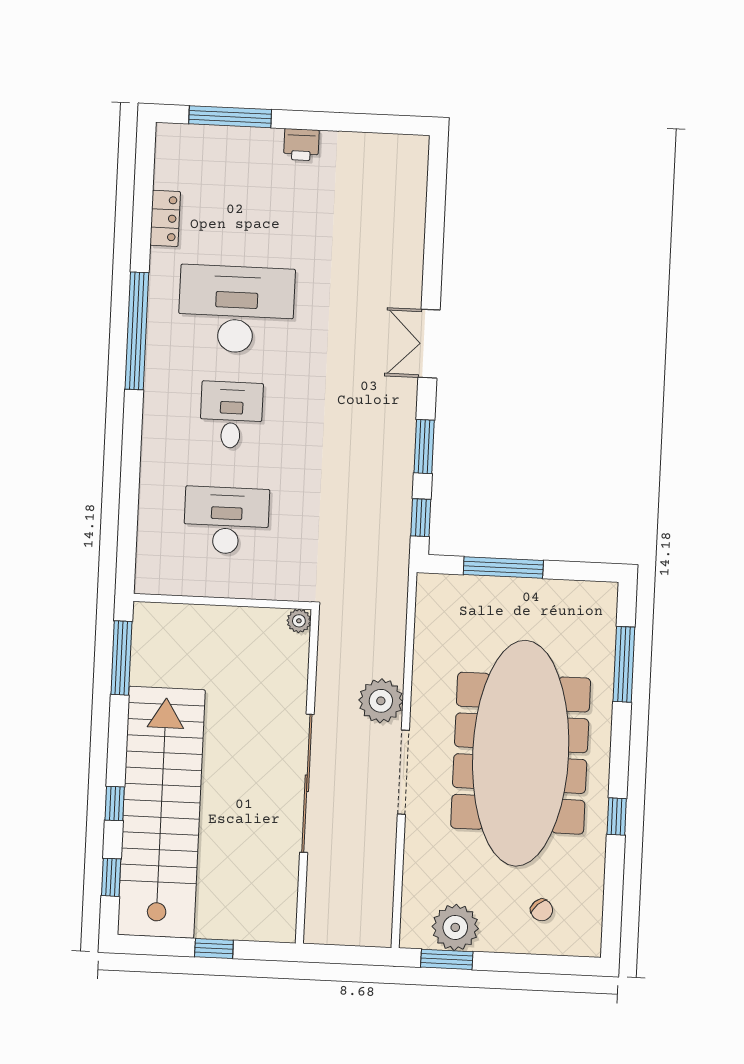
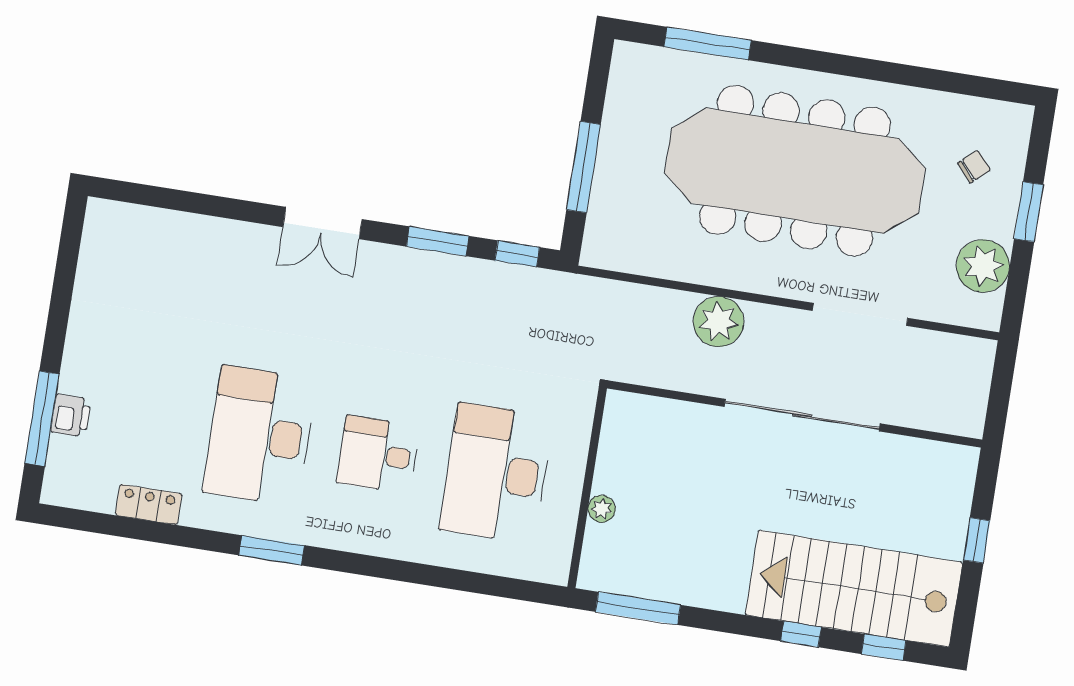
printer: (301, 145) -> (71, 416), moved
window: (137, 331) -> (272, 550), width x0.47
desk: (226, 520) -> (496, 473), width x1.36, depth x1.30
plant: (299, 621) -> (602, 509), moved
doorway: (403, 772) -> (860, 314), moved
stairs: (161, 812) -> (854, 589), width x0.73
window: (617, 817) -> (878, 71), removed
window: (447, 959) -> (1029, 212), moved

